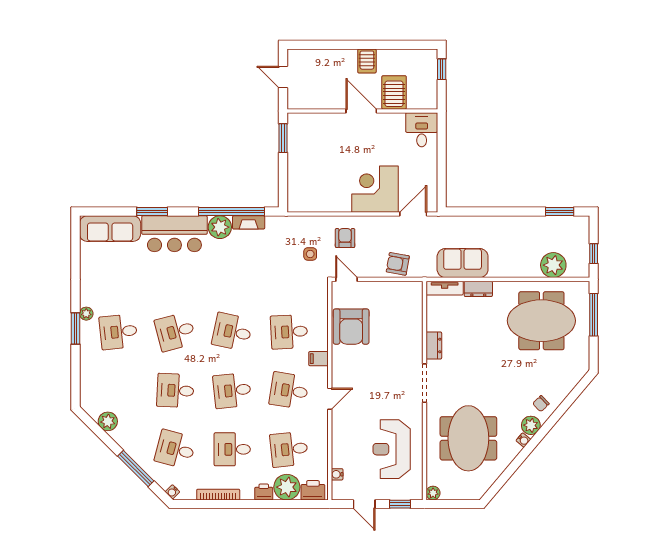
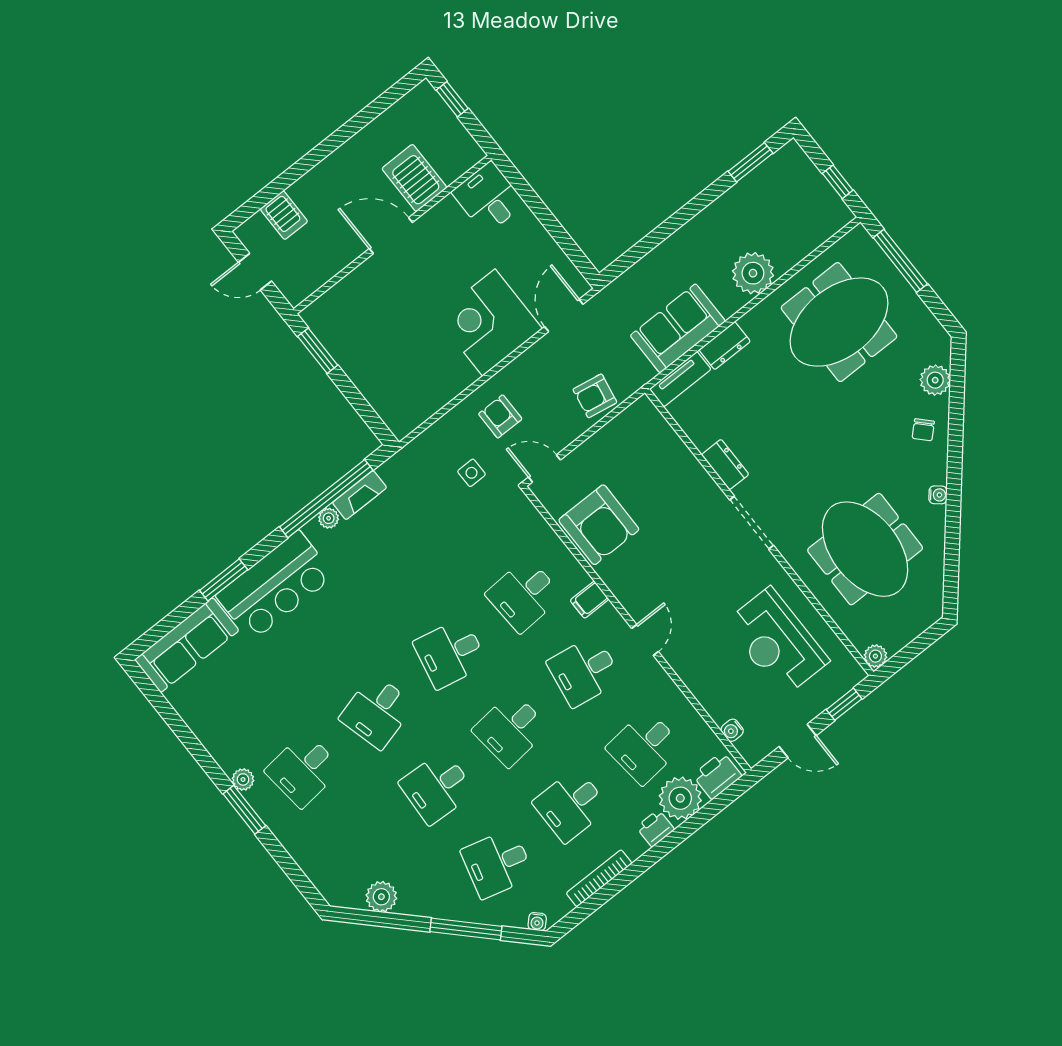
server rack: (367, 61) -> (284, 215), moved
plant: (220, 227) -> (329, 518), width x0.53, depth x0.53
plant: (553, 265) -> (753, 273), moved
plant: (531, 425) -> (935, 380), moved

